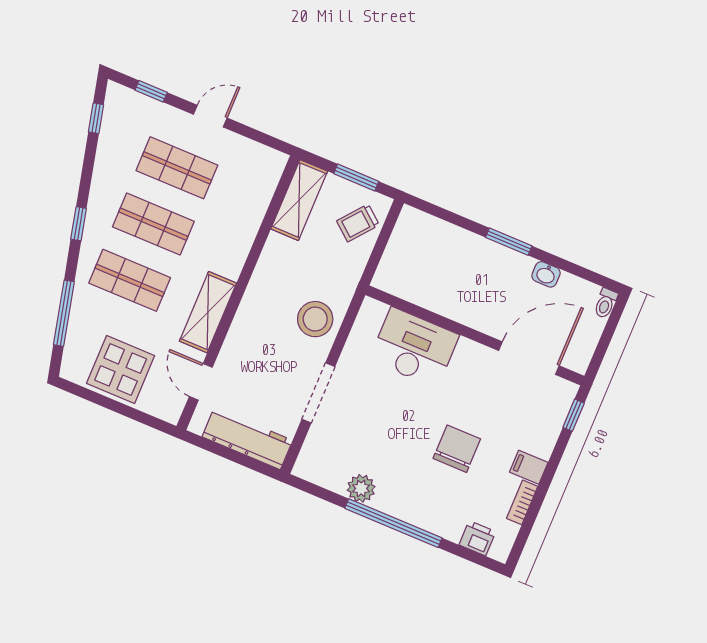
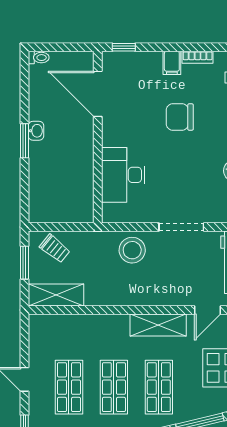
washbasin: (546, 274) -> (36, 131), moved

